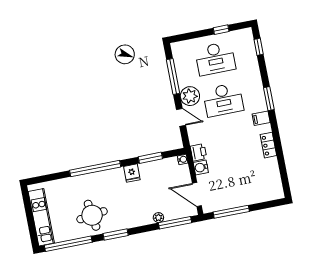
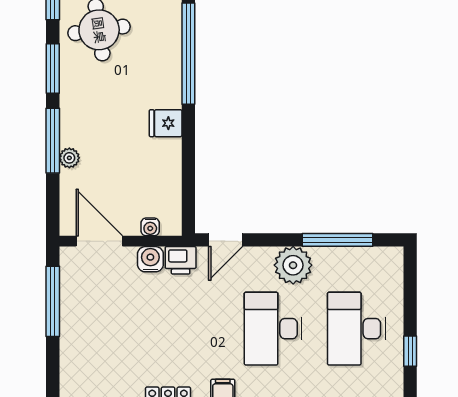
door: (181, 117) -> (226, 240), moved
window: (150, 158) -> (188, 165), removed
water cooler: (183, 159) -> (150, 227), moved
door: (197, 195) -> (99, 241), hinge flipped
window: (175, 223) -> (53, 141), moved

